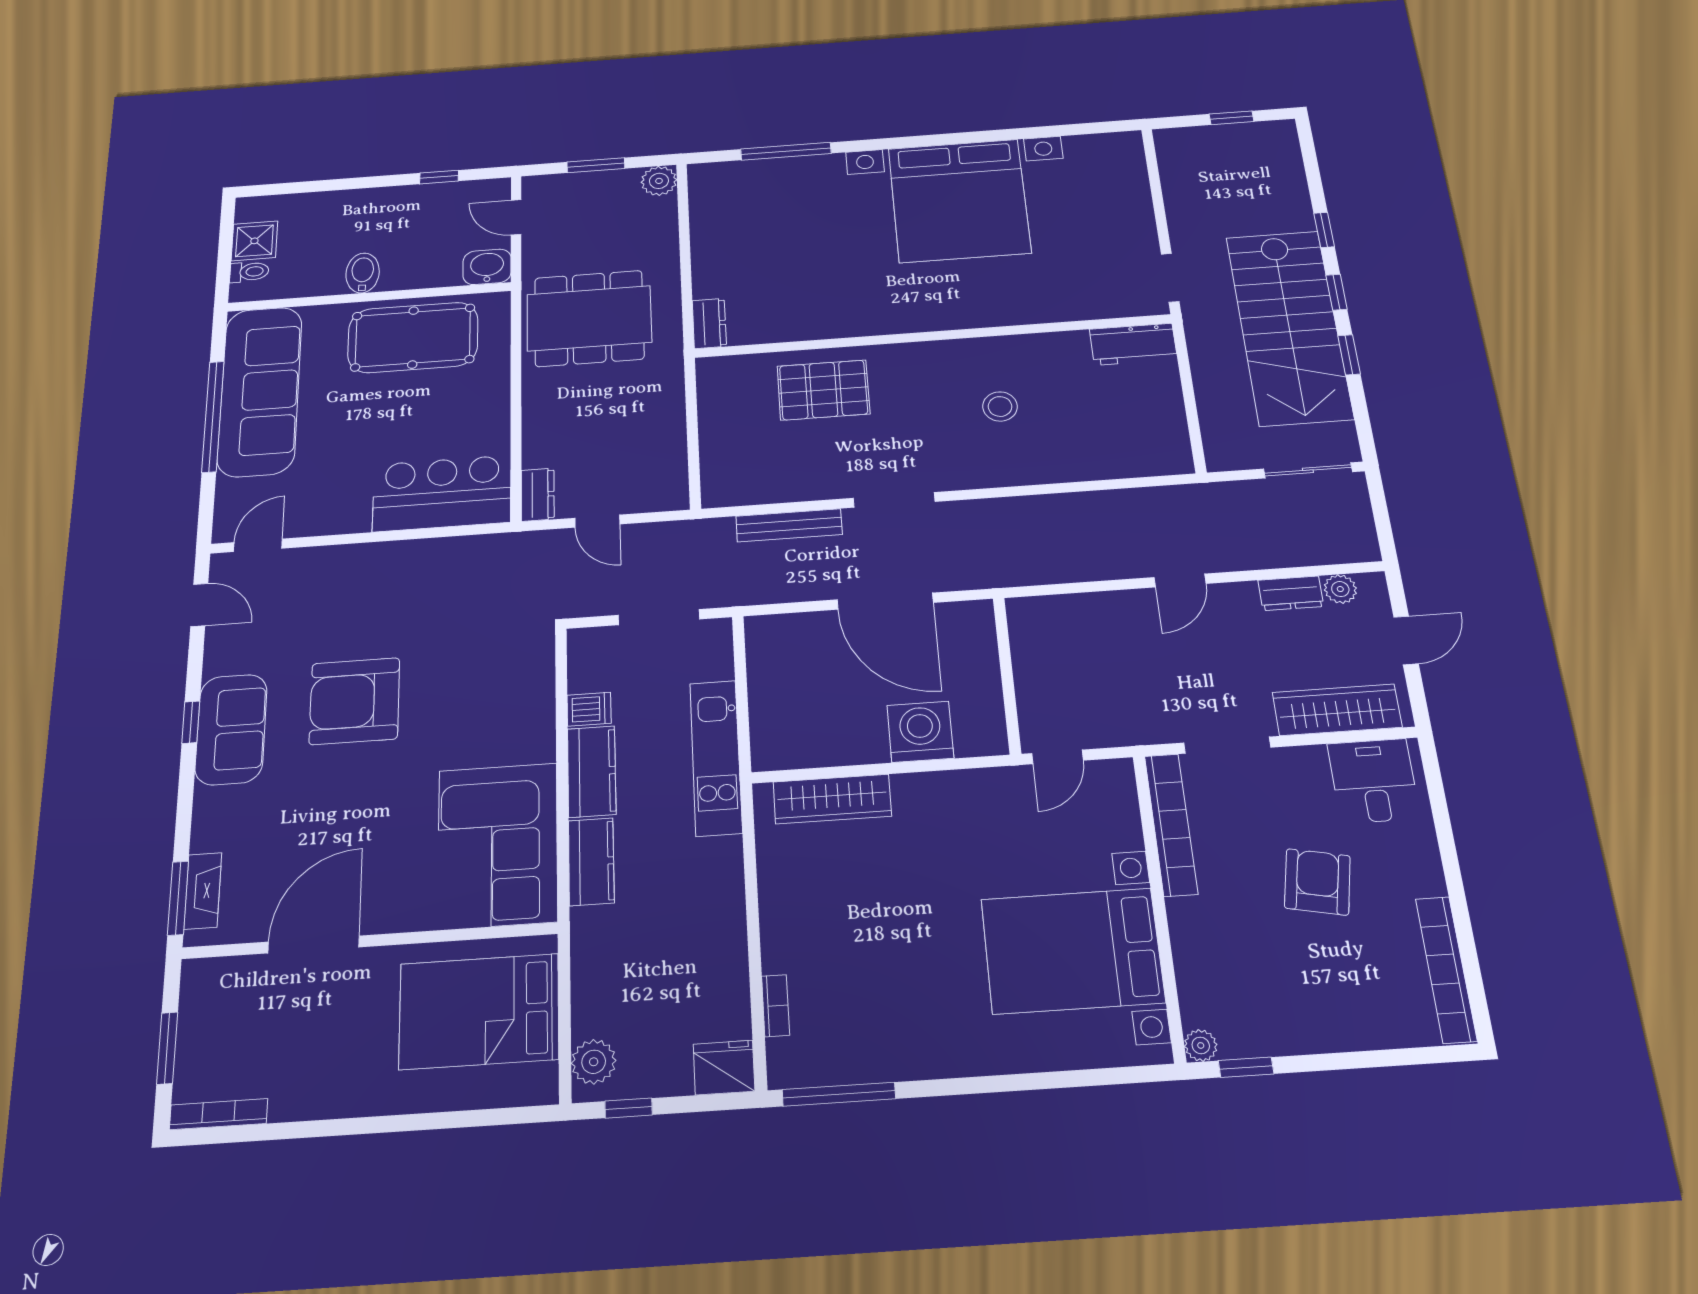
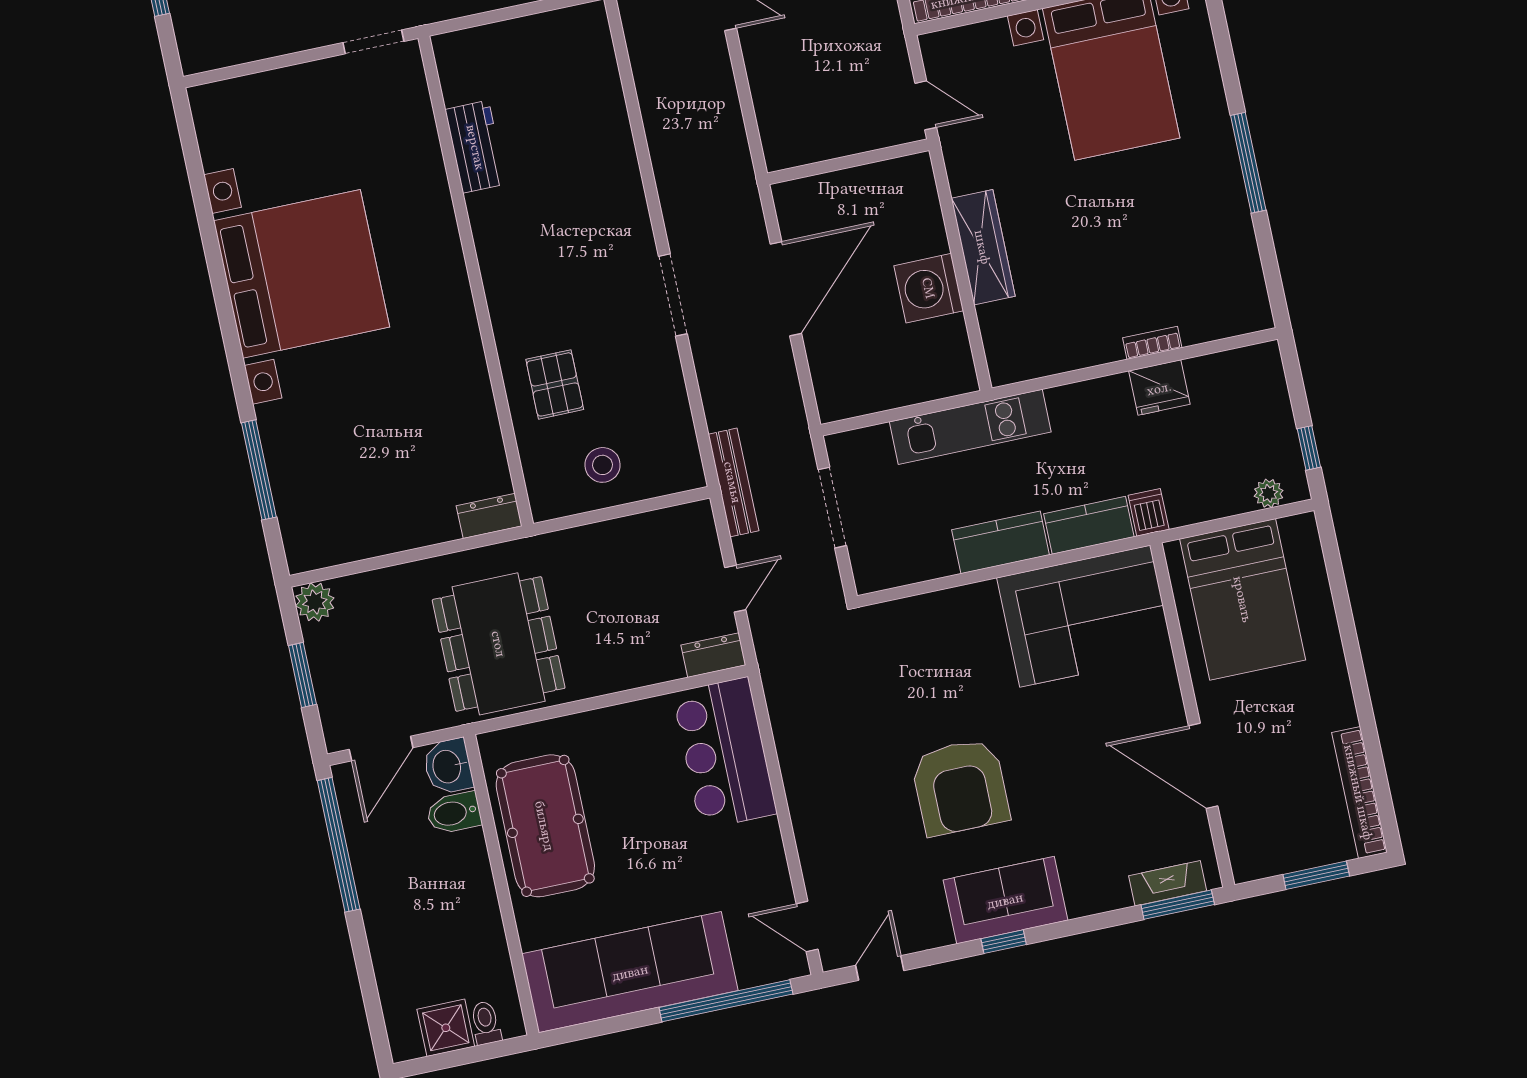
window: (439, 177) -> (339, 845), width x3.17
door: (516, 217) -> (381, 748), width x1.37
bidet: (363, 273) -> (454, 813), moved
workbench: (1133, 344) -> (476, 147), moved
pallet: (823, 390) -> (555, 384), width x0.67, depth x0.71
stool: (1000, 406) -> (602, 465), moved
window: (213, 416) -> (726, 1001), moved
bench: (789, 525) -> (733, 482), moved
dishwasher: (589, 709) -> (1149, 512), moved
washing machine: (920, 732) -> (929, 288), moved
wardrobe: (832, 799) -> (983, 247), moved
bookcase: (776, 1006) -> (1152, 343), moved
plant: (594, 1062) -> (1269, 493), width x0.73, depth x0.73
fridge: (724, 1068) -> (1159, 388), moved, turned -90
window: (839, 1094) -> (1248, 163), moved
bookcase: (219, 1114) -> (1359, 792), width x1.48, depth x1.31

